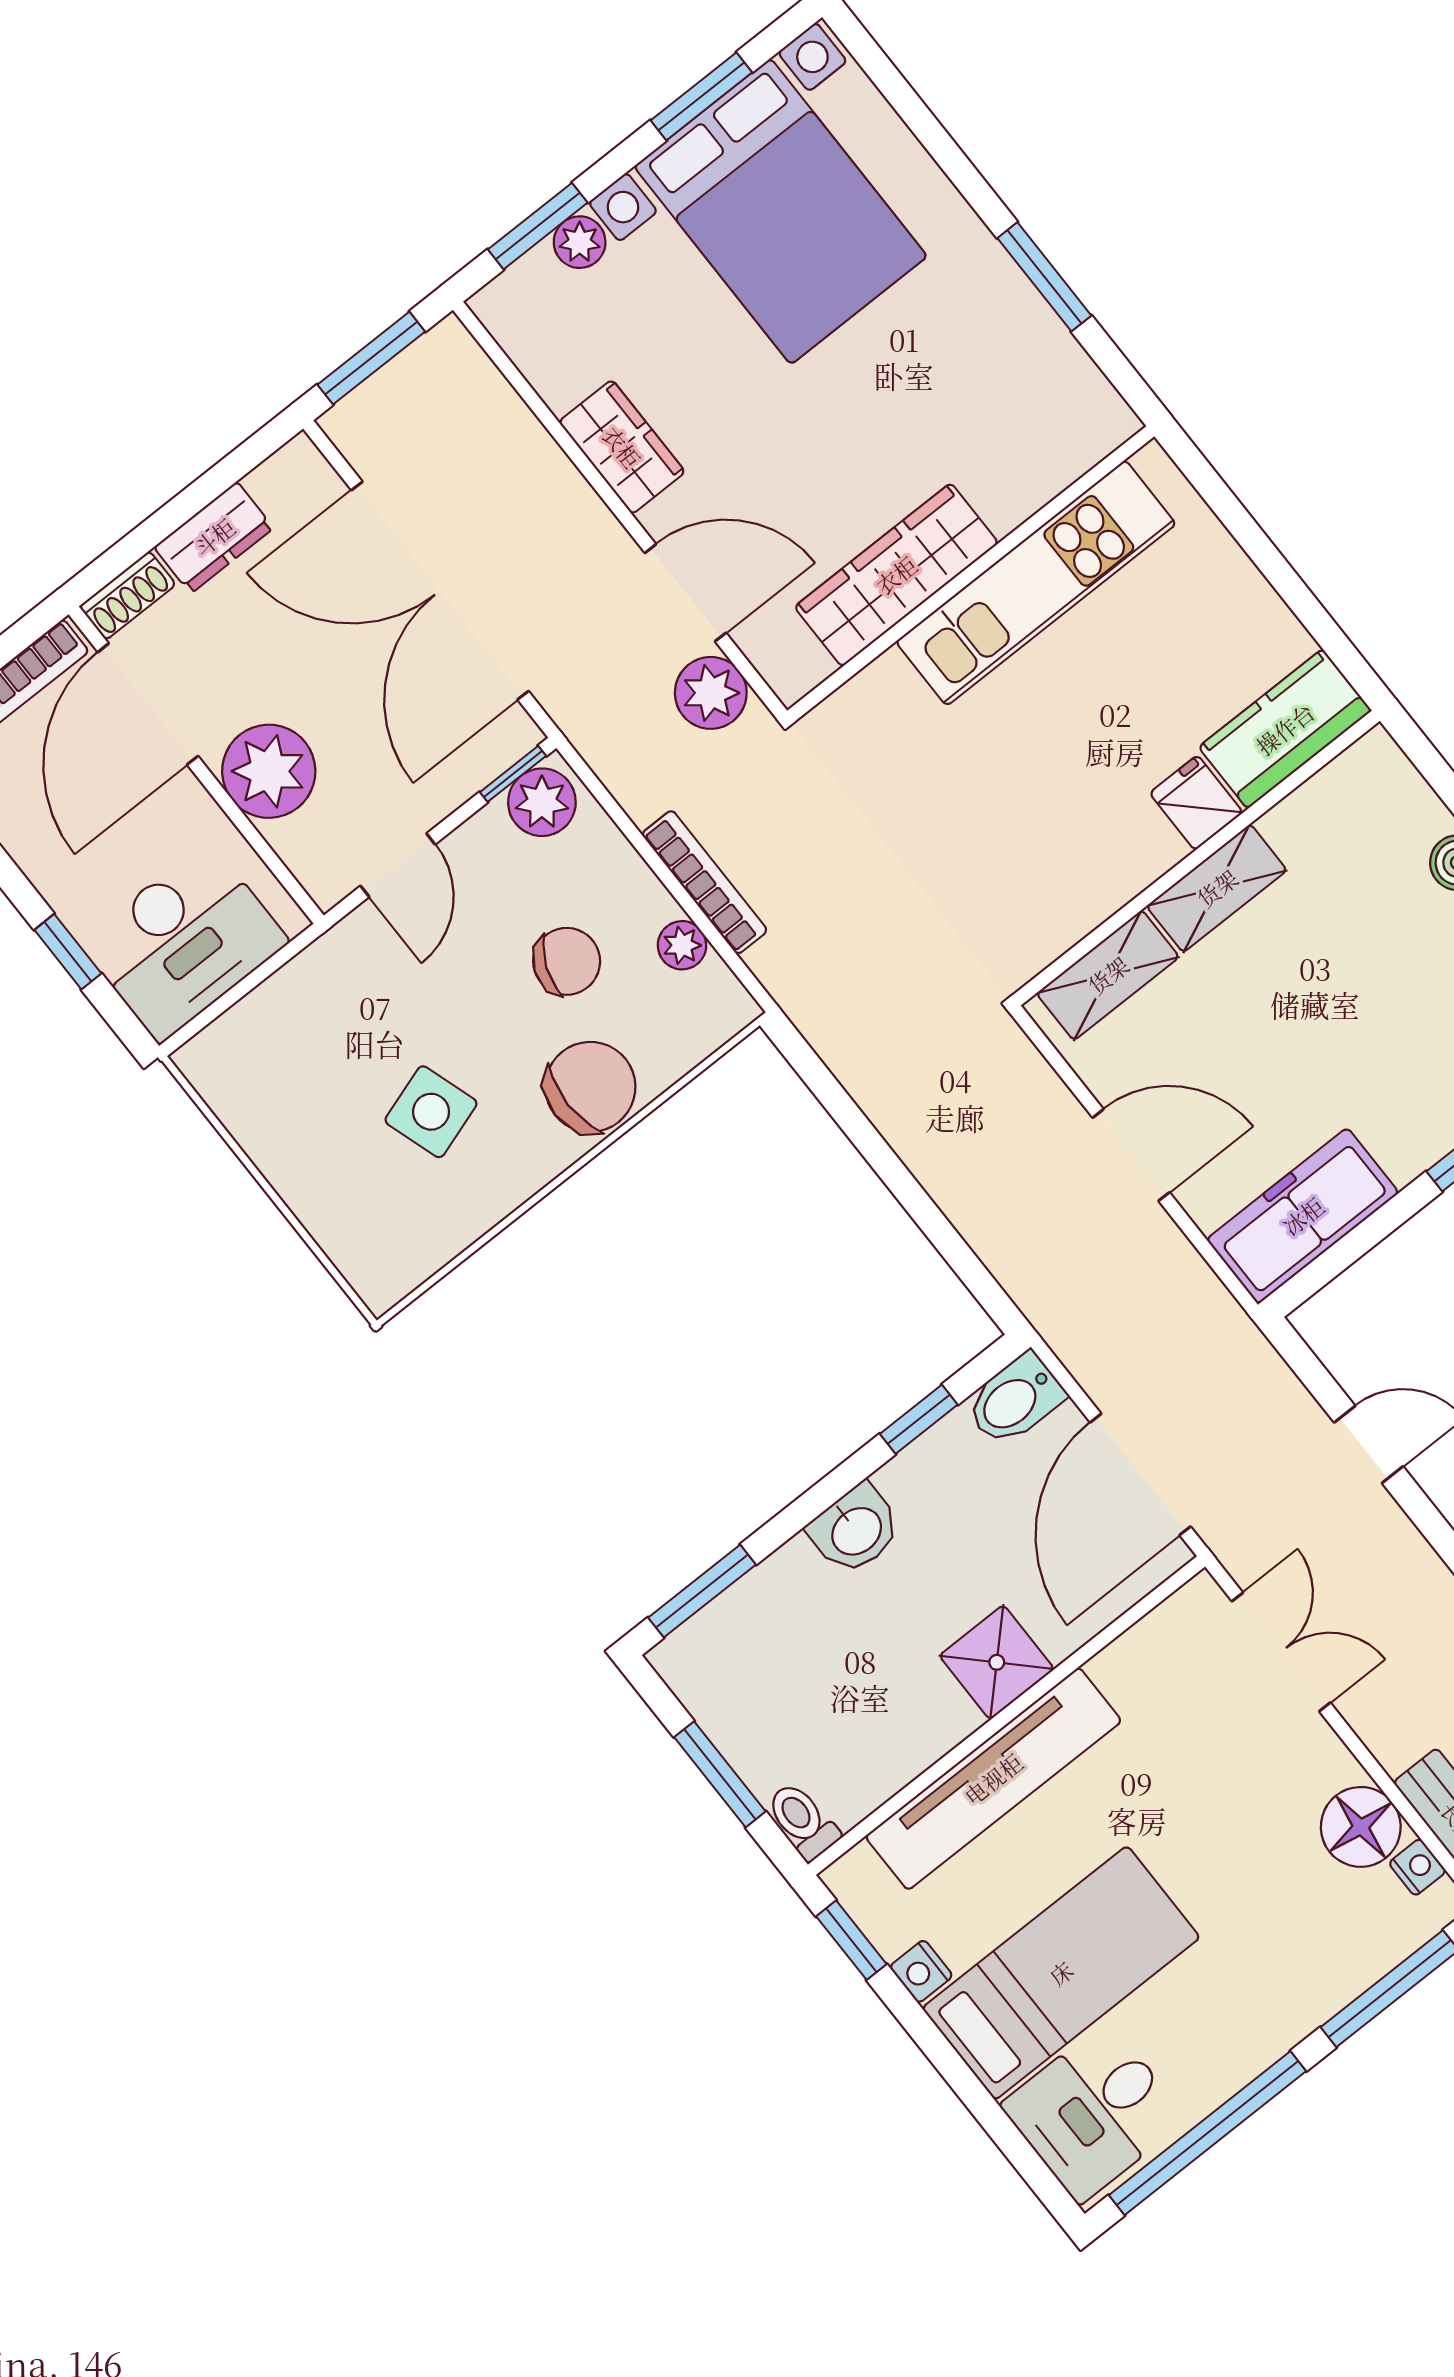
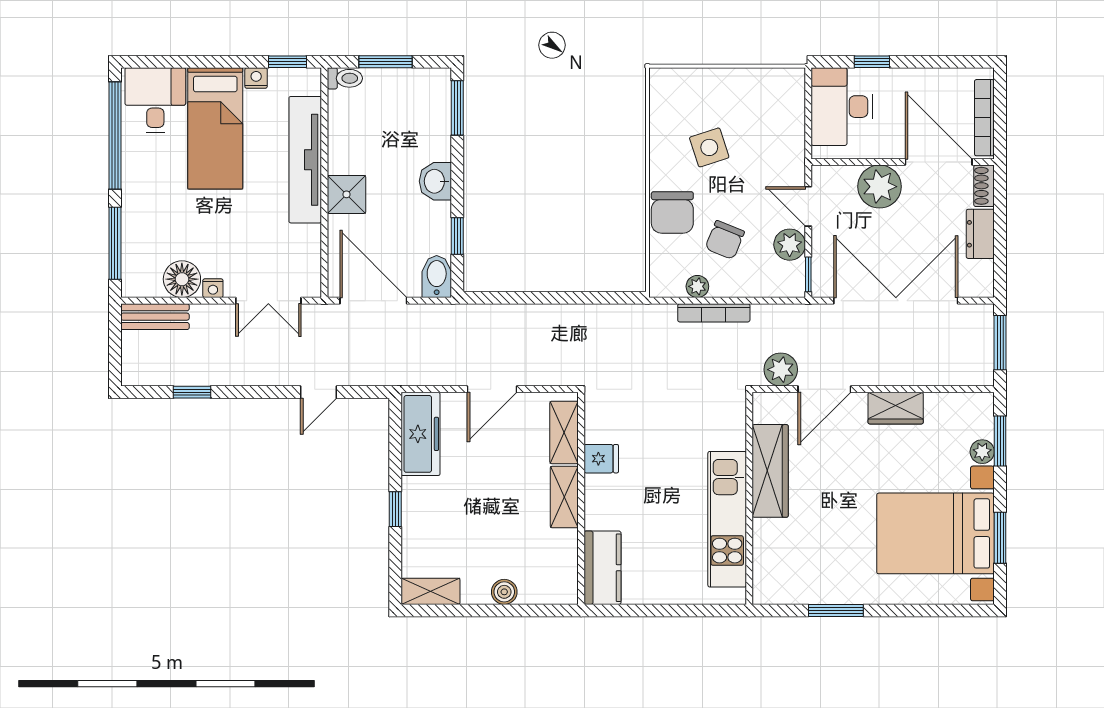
plant: (542, 802) -> (790, 245), moved
fridge: (1196, 803) -> (601, 459), moved
nightstand: (1417, 1867) -> (213, 288), moved

